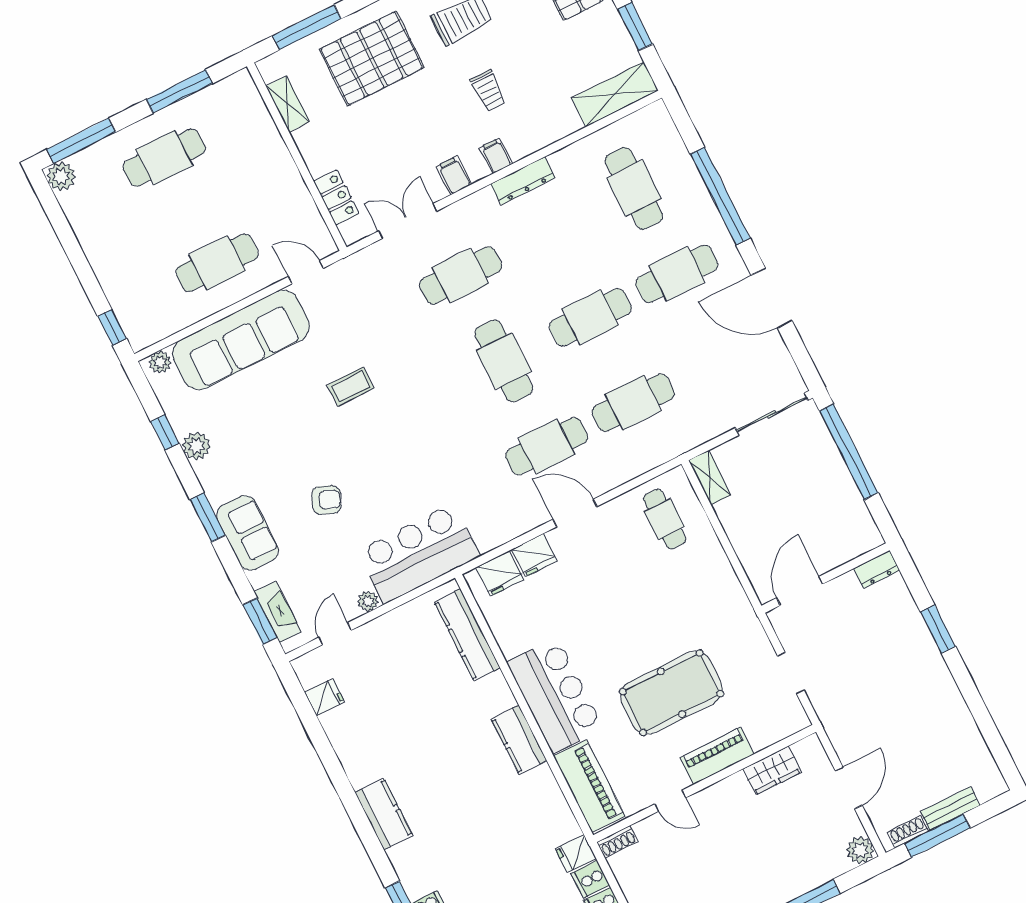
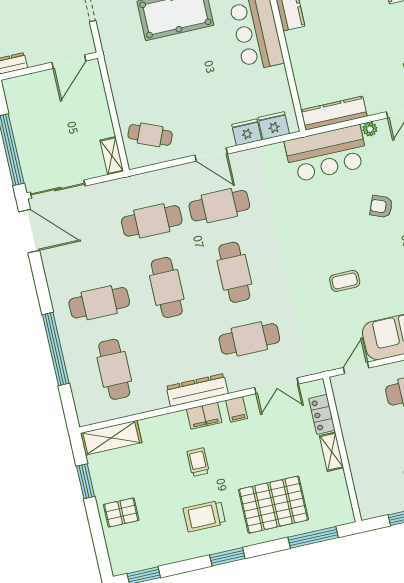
shelving: (288, 104) -> (332, 452), moved
filing cabinet: (496, 156) -> (204, 416), width x2.00
dresser: (523, 181) -> (197, 390), width x1.37, depth x1.24
door: (306, 272) -> (356, 368), swing flipped
door: (772, 298) -> (29, 231), moved
cafe table: (590, 317) -> (167, 287), turned 90
cafe table: (665, 519) -> (150, 135), turned -67
kitchen counter: (467, 635) -> (334, 113), moved, turned -90

